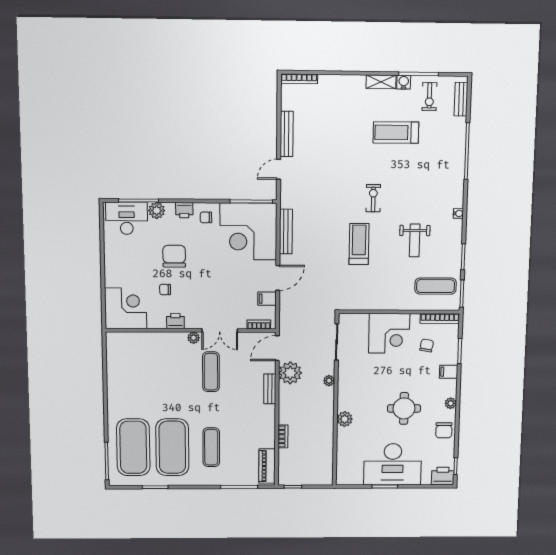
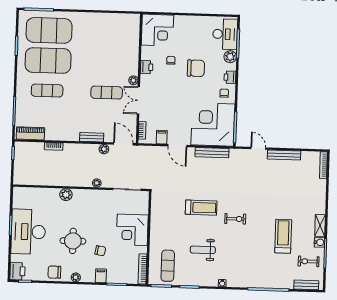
chair: (427, 345) -> (100, 251), moved
plant: (290, 373) -> (104, 149), width x0.53, depth x0.53

